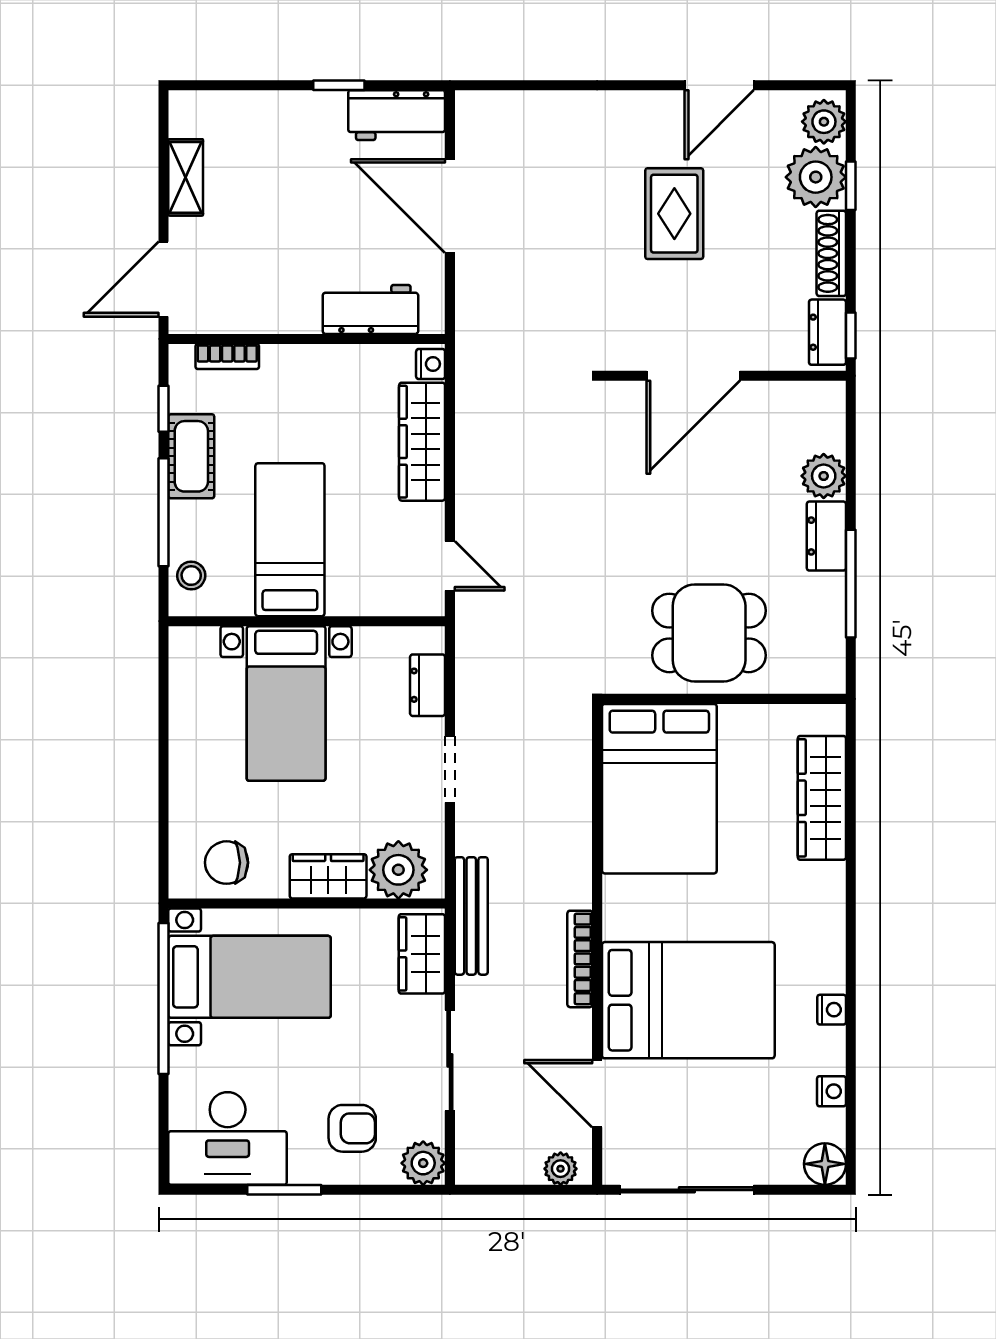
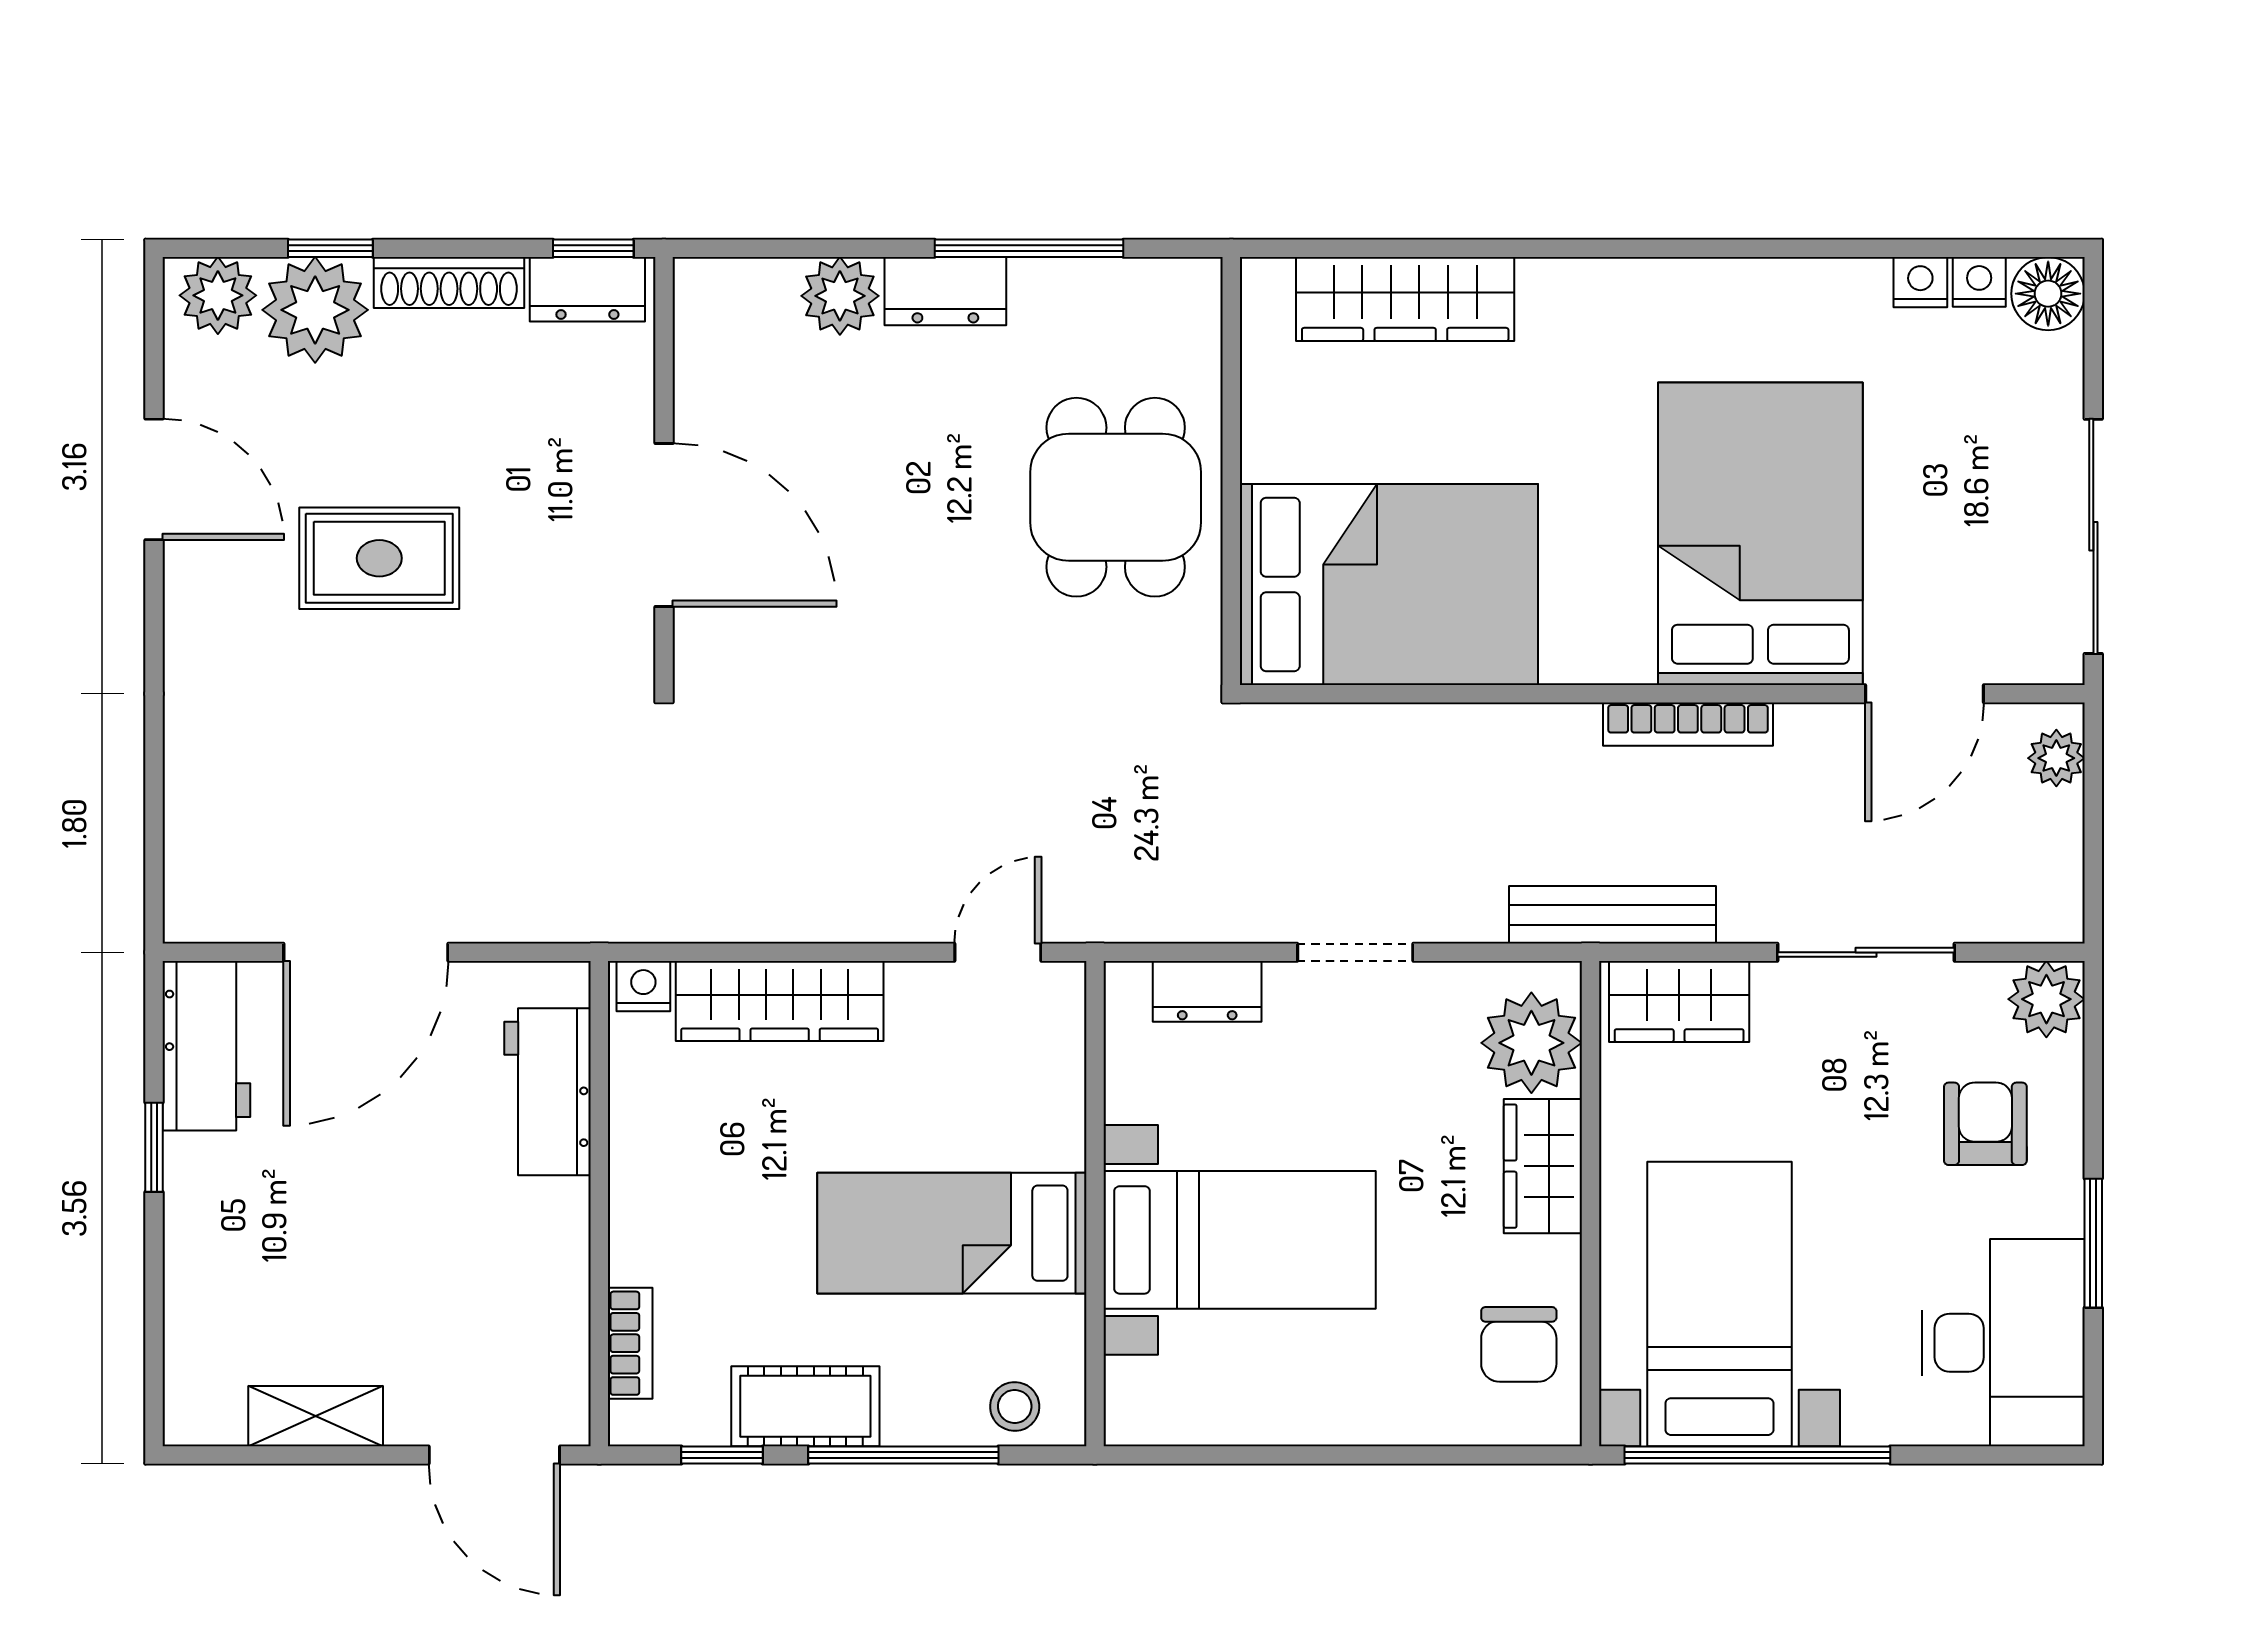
nightstand: (832, 1010) -> (1979, 282), moved

